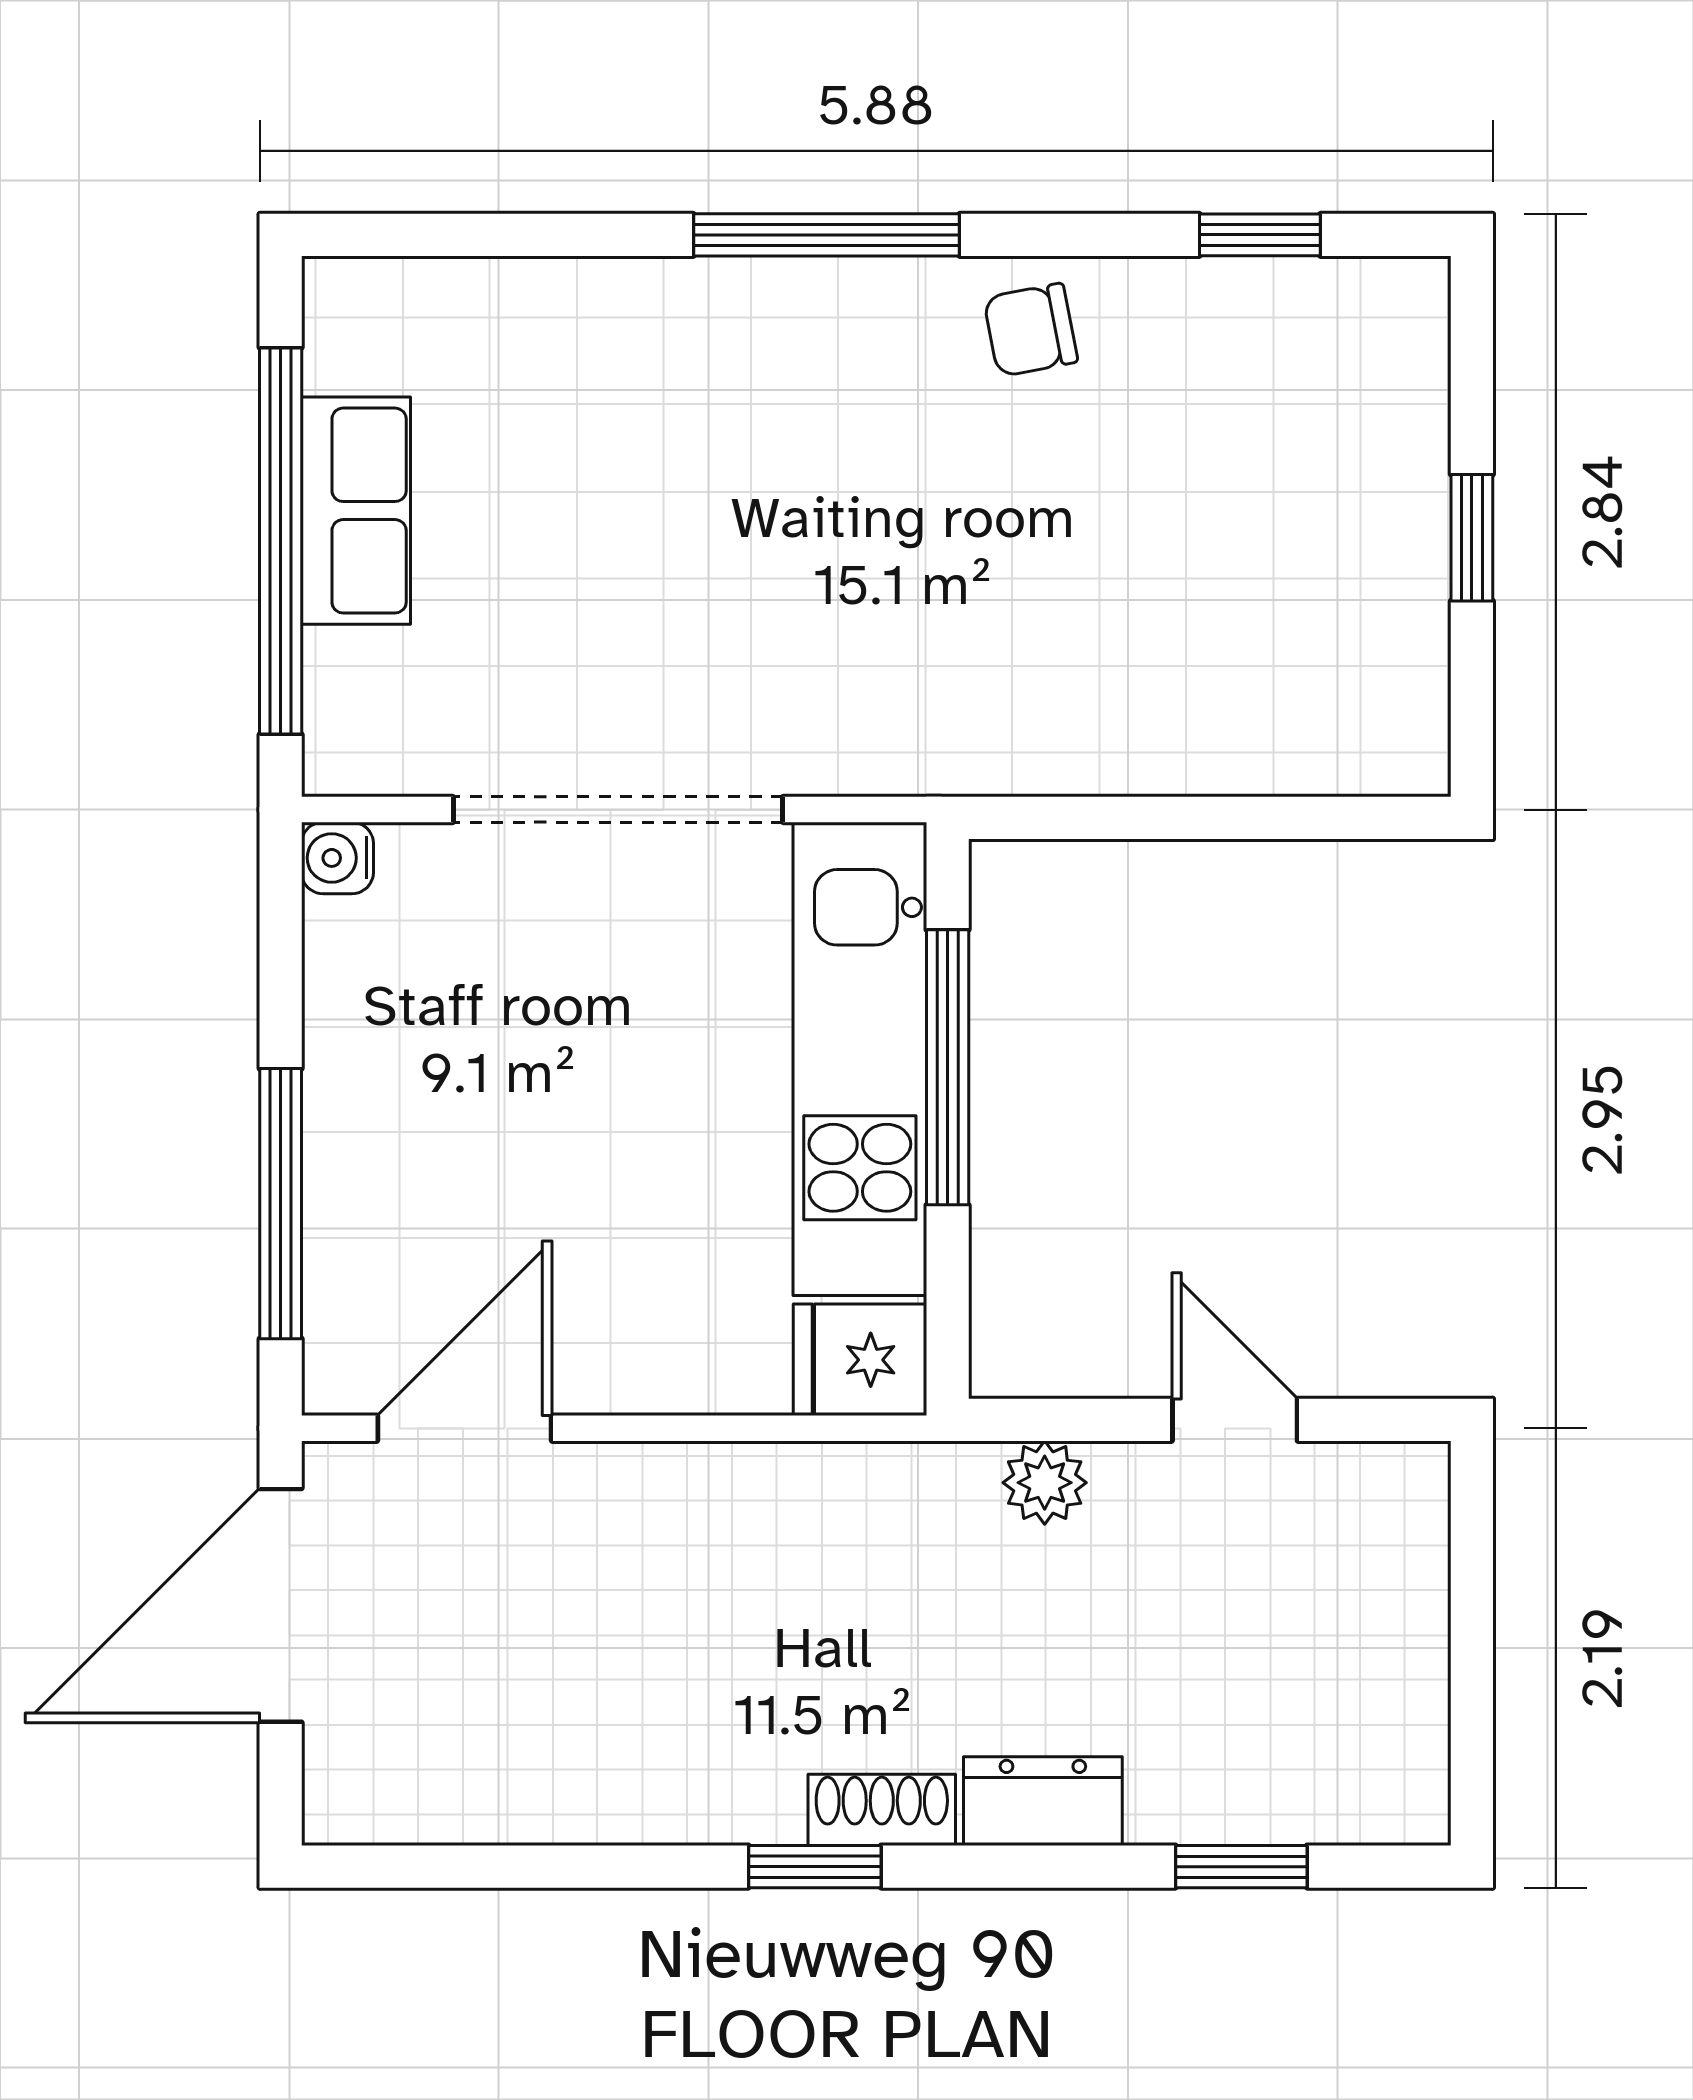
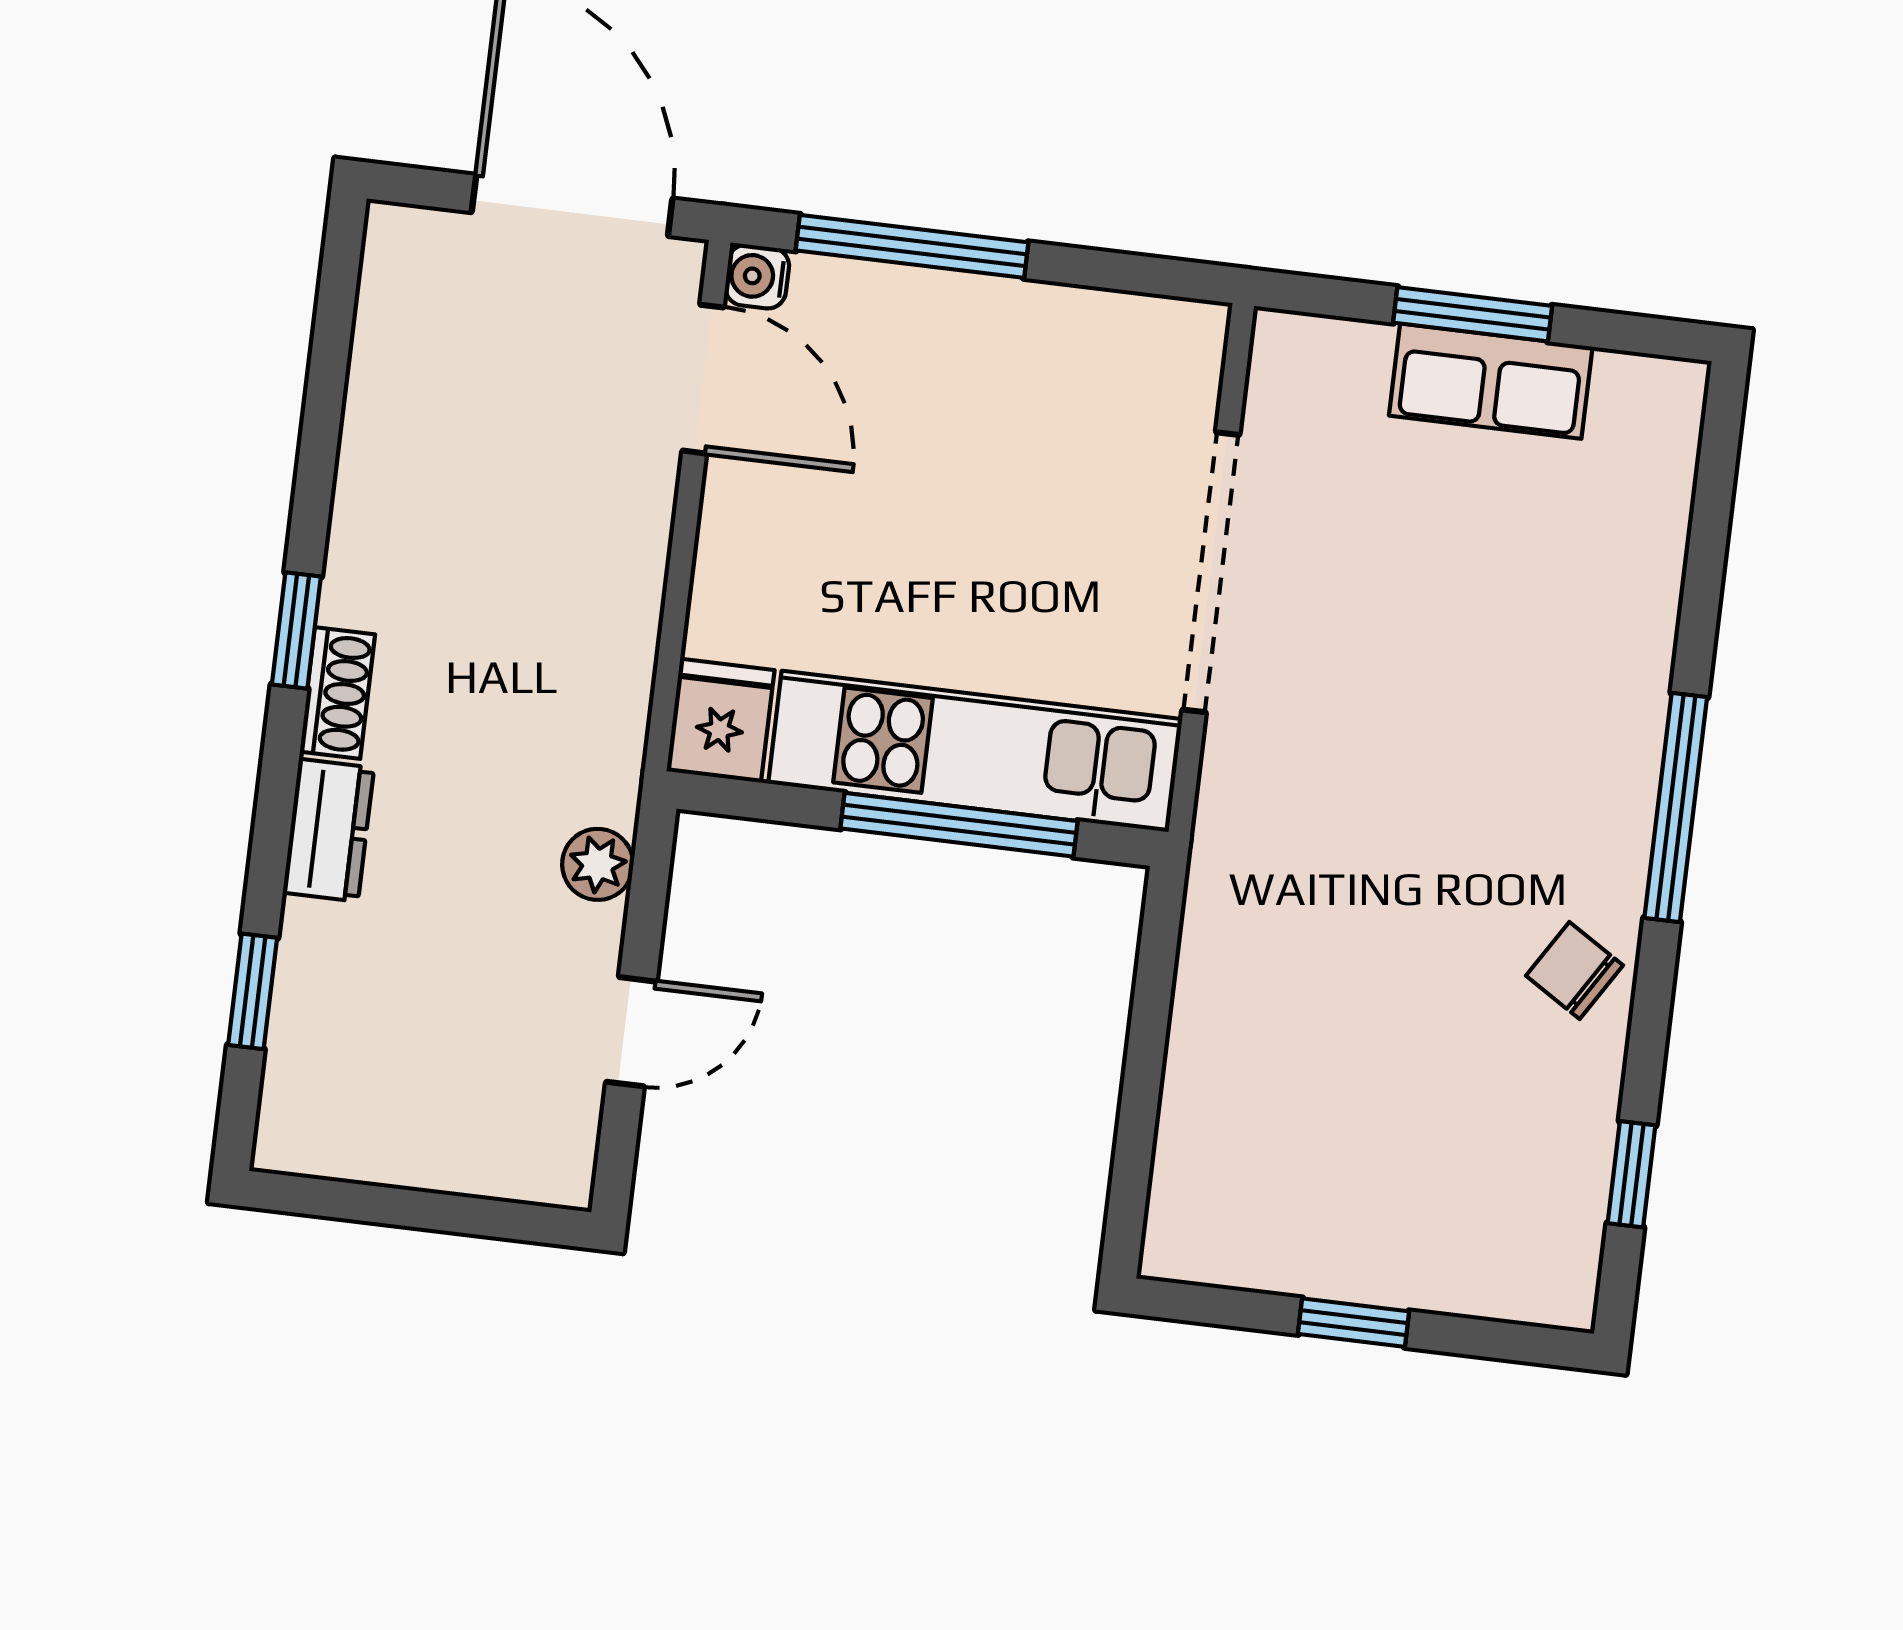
chair: (1031, 330) -> (1574, 971), turned -47
window: (281, 541) -> (1473, 314), width x0.47
water cooler: (337, 858) -> (757, 276), moved, turned -90

